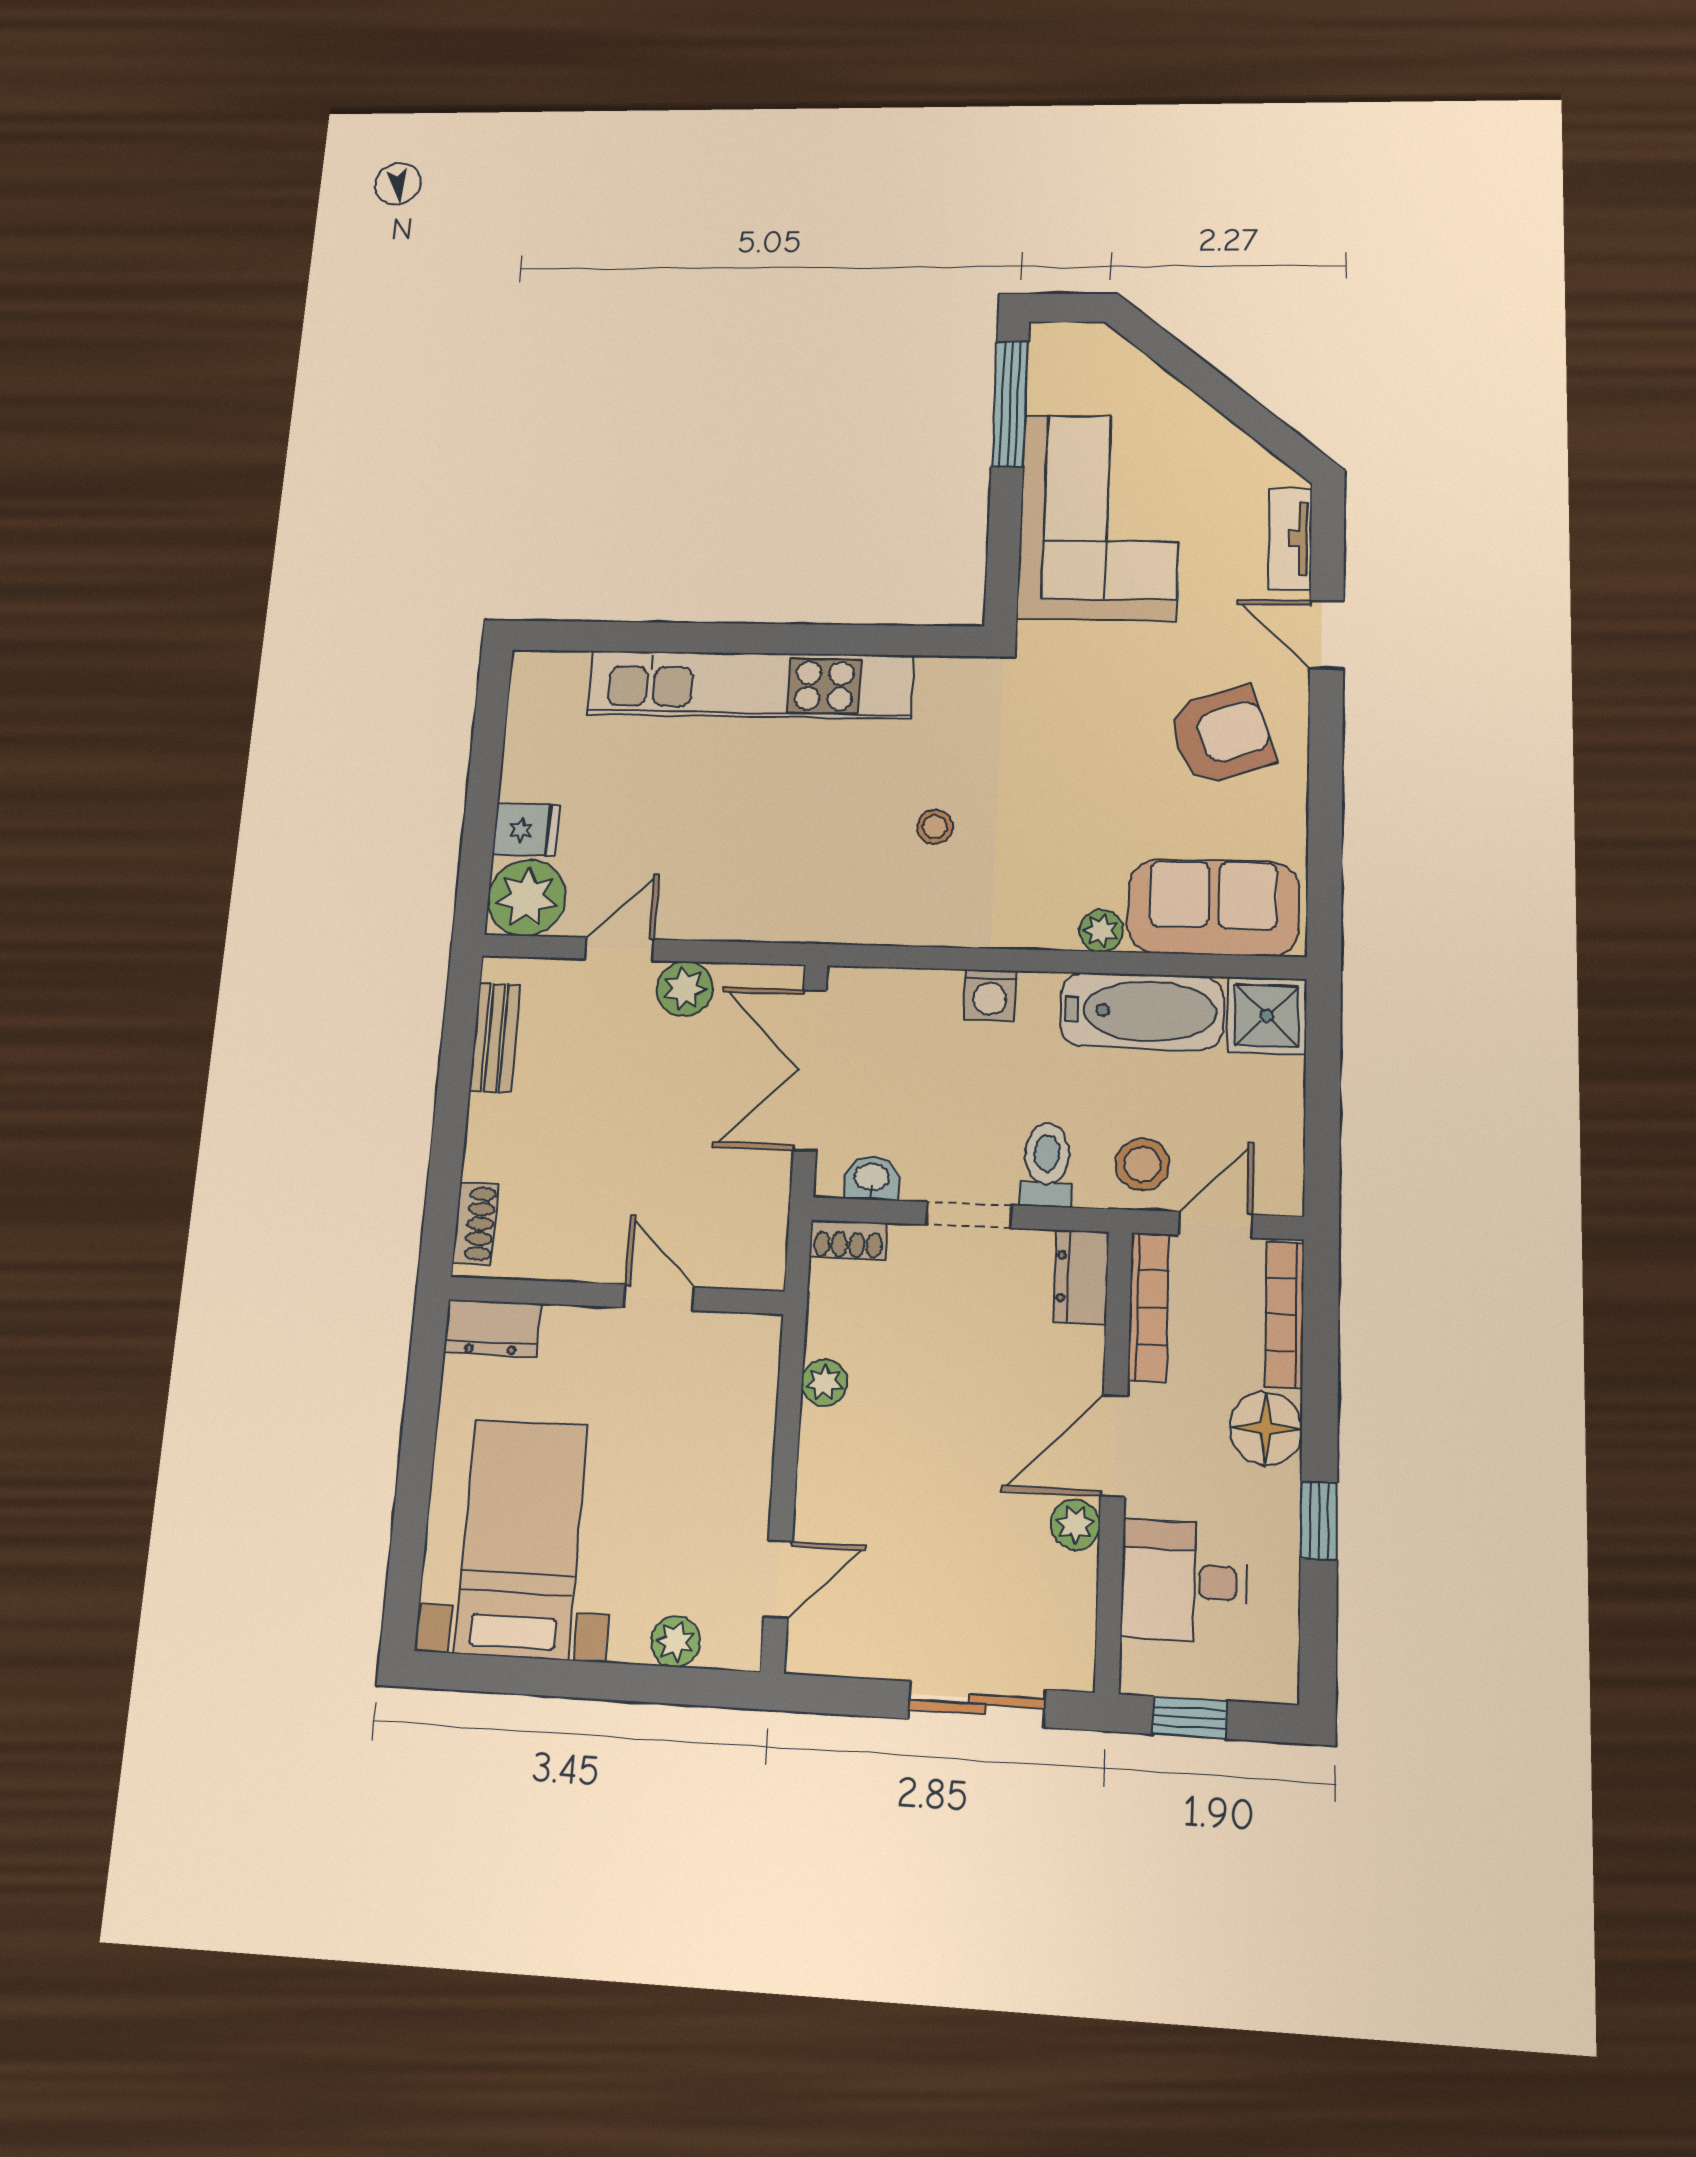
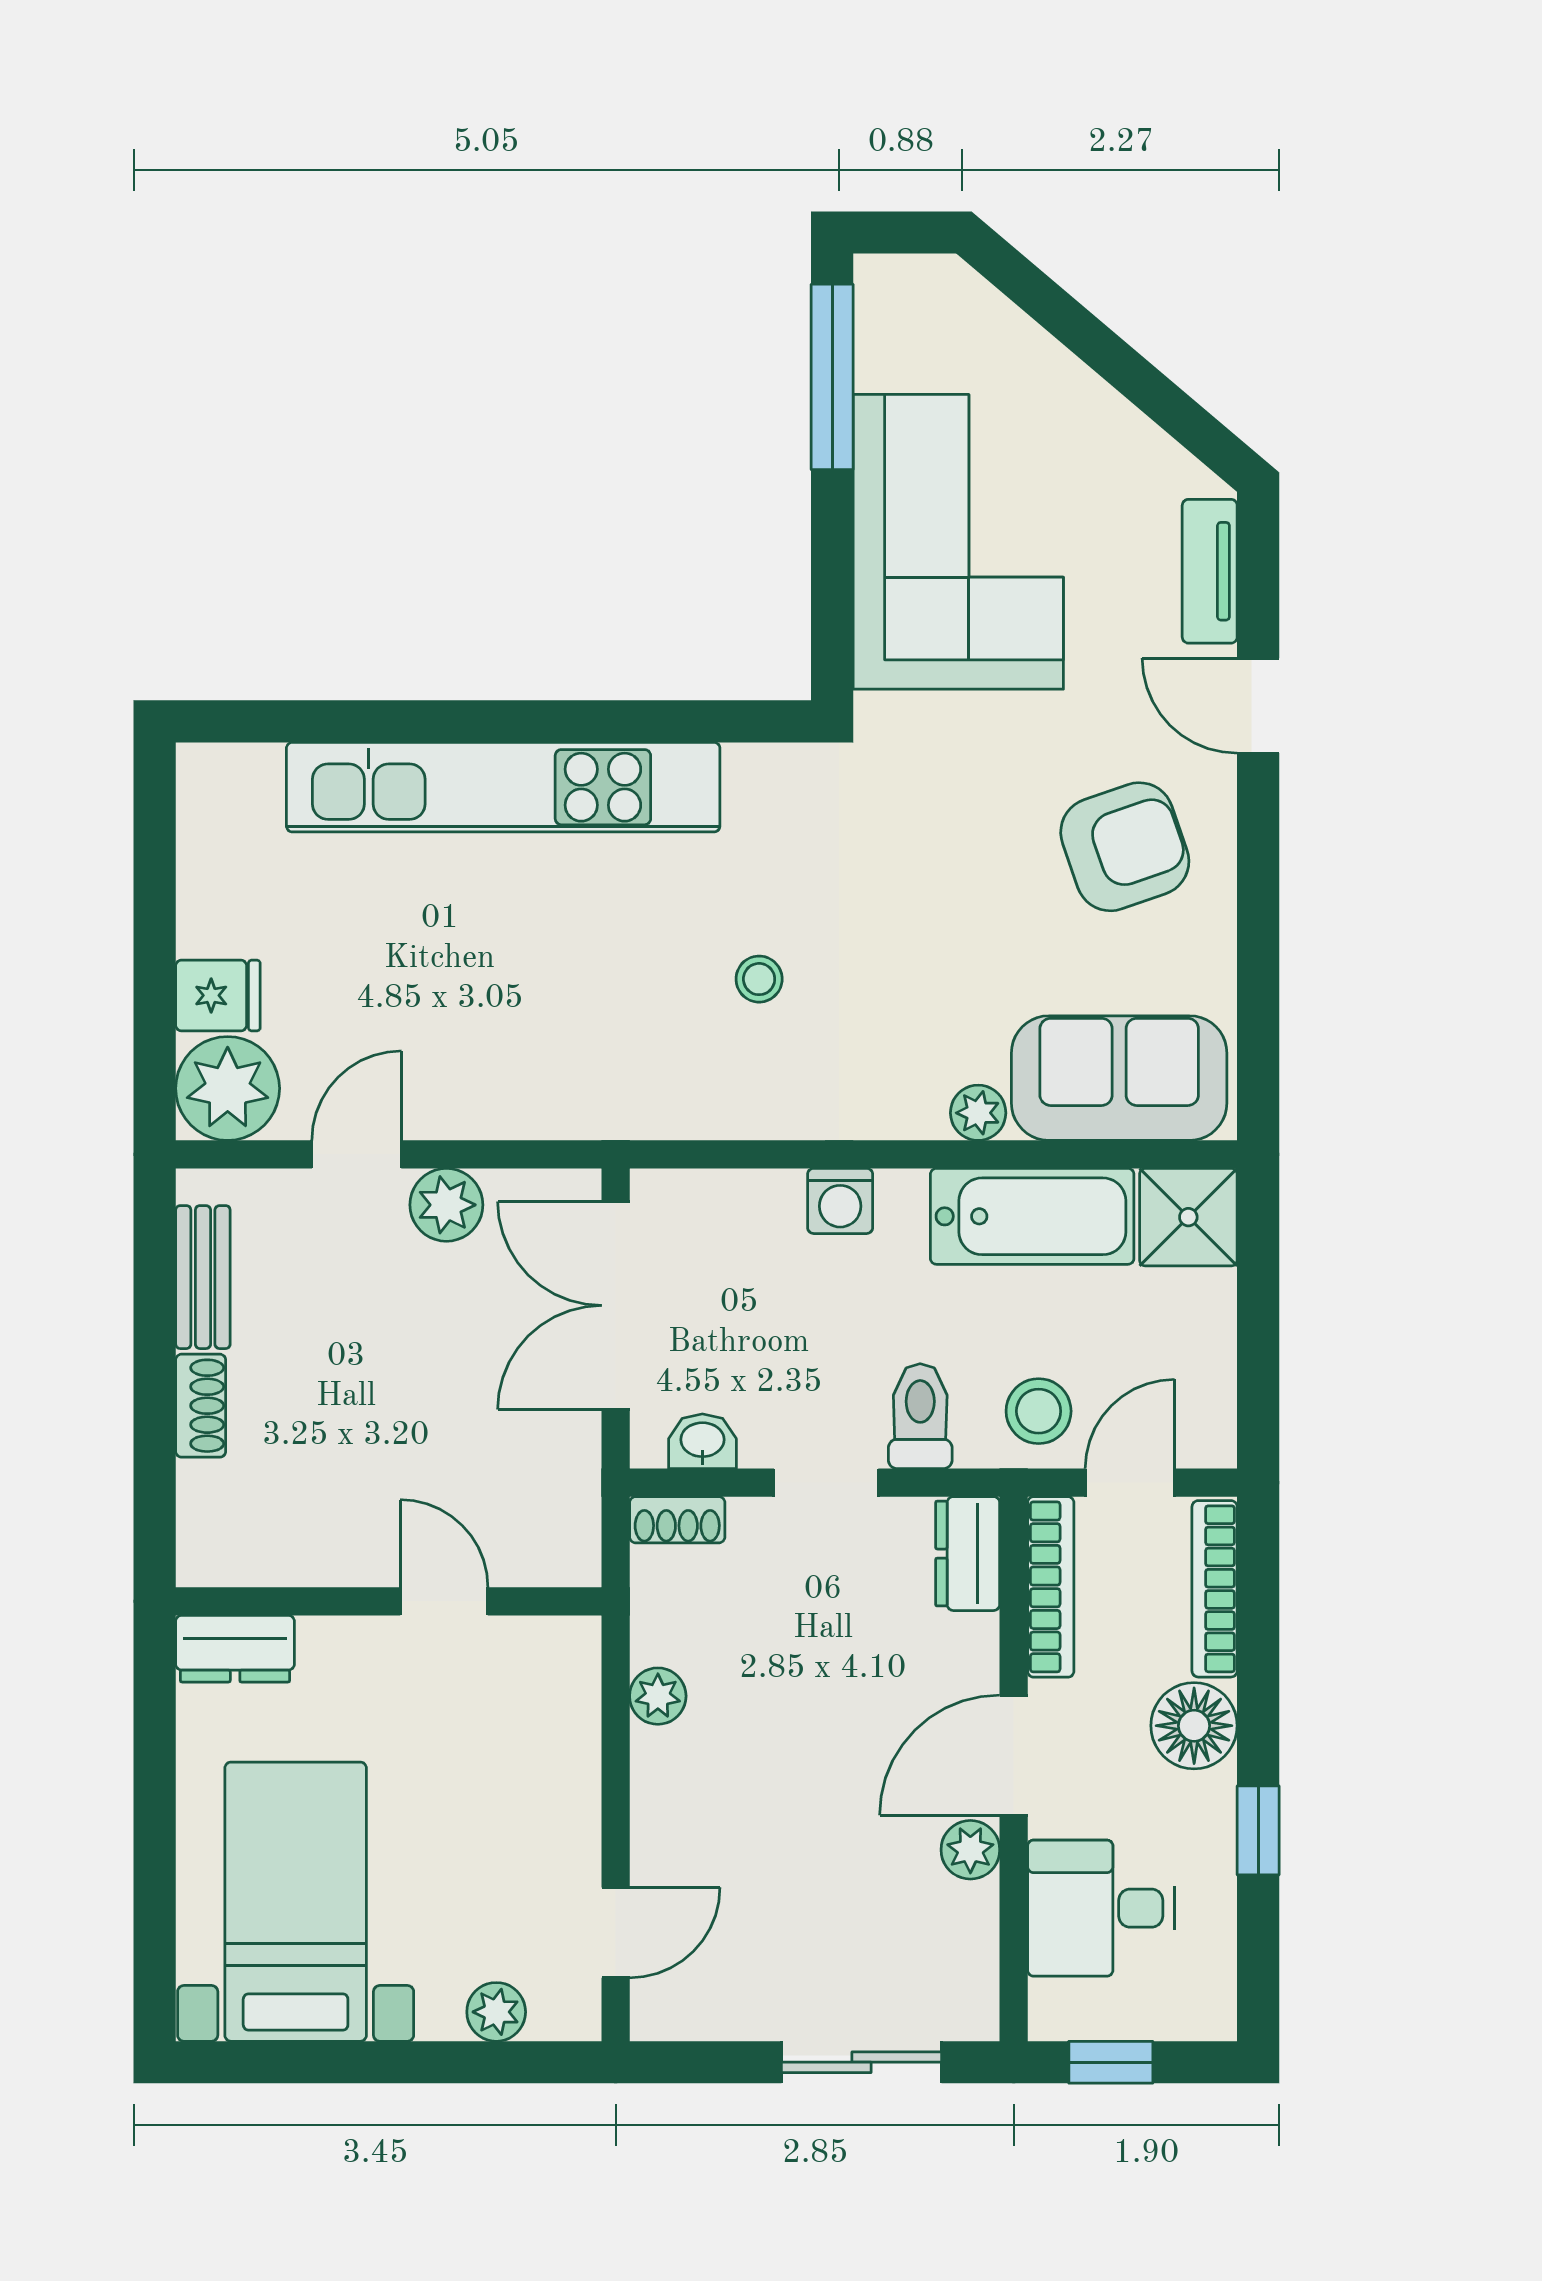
shoe rack: (475, 1223) -> (201, 1406), moved

